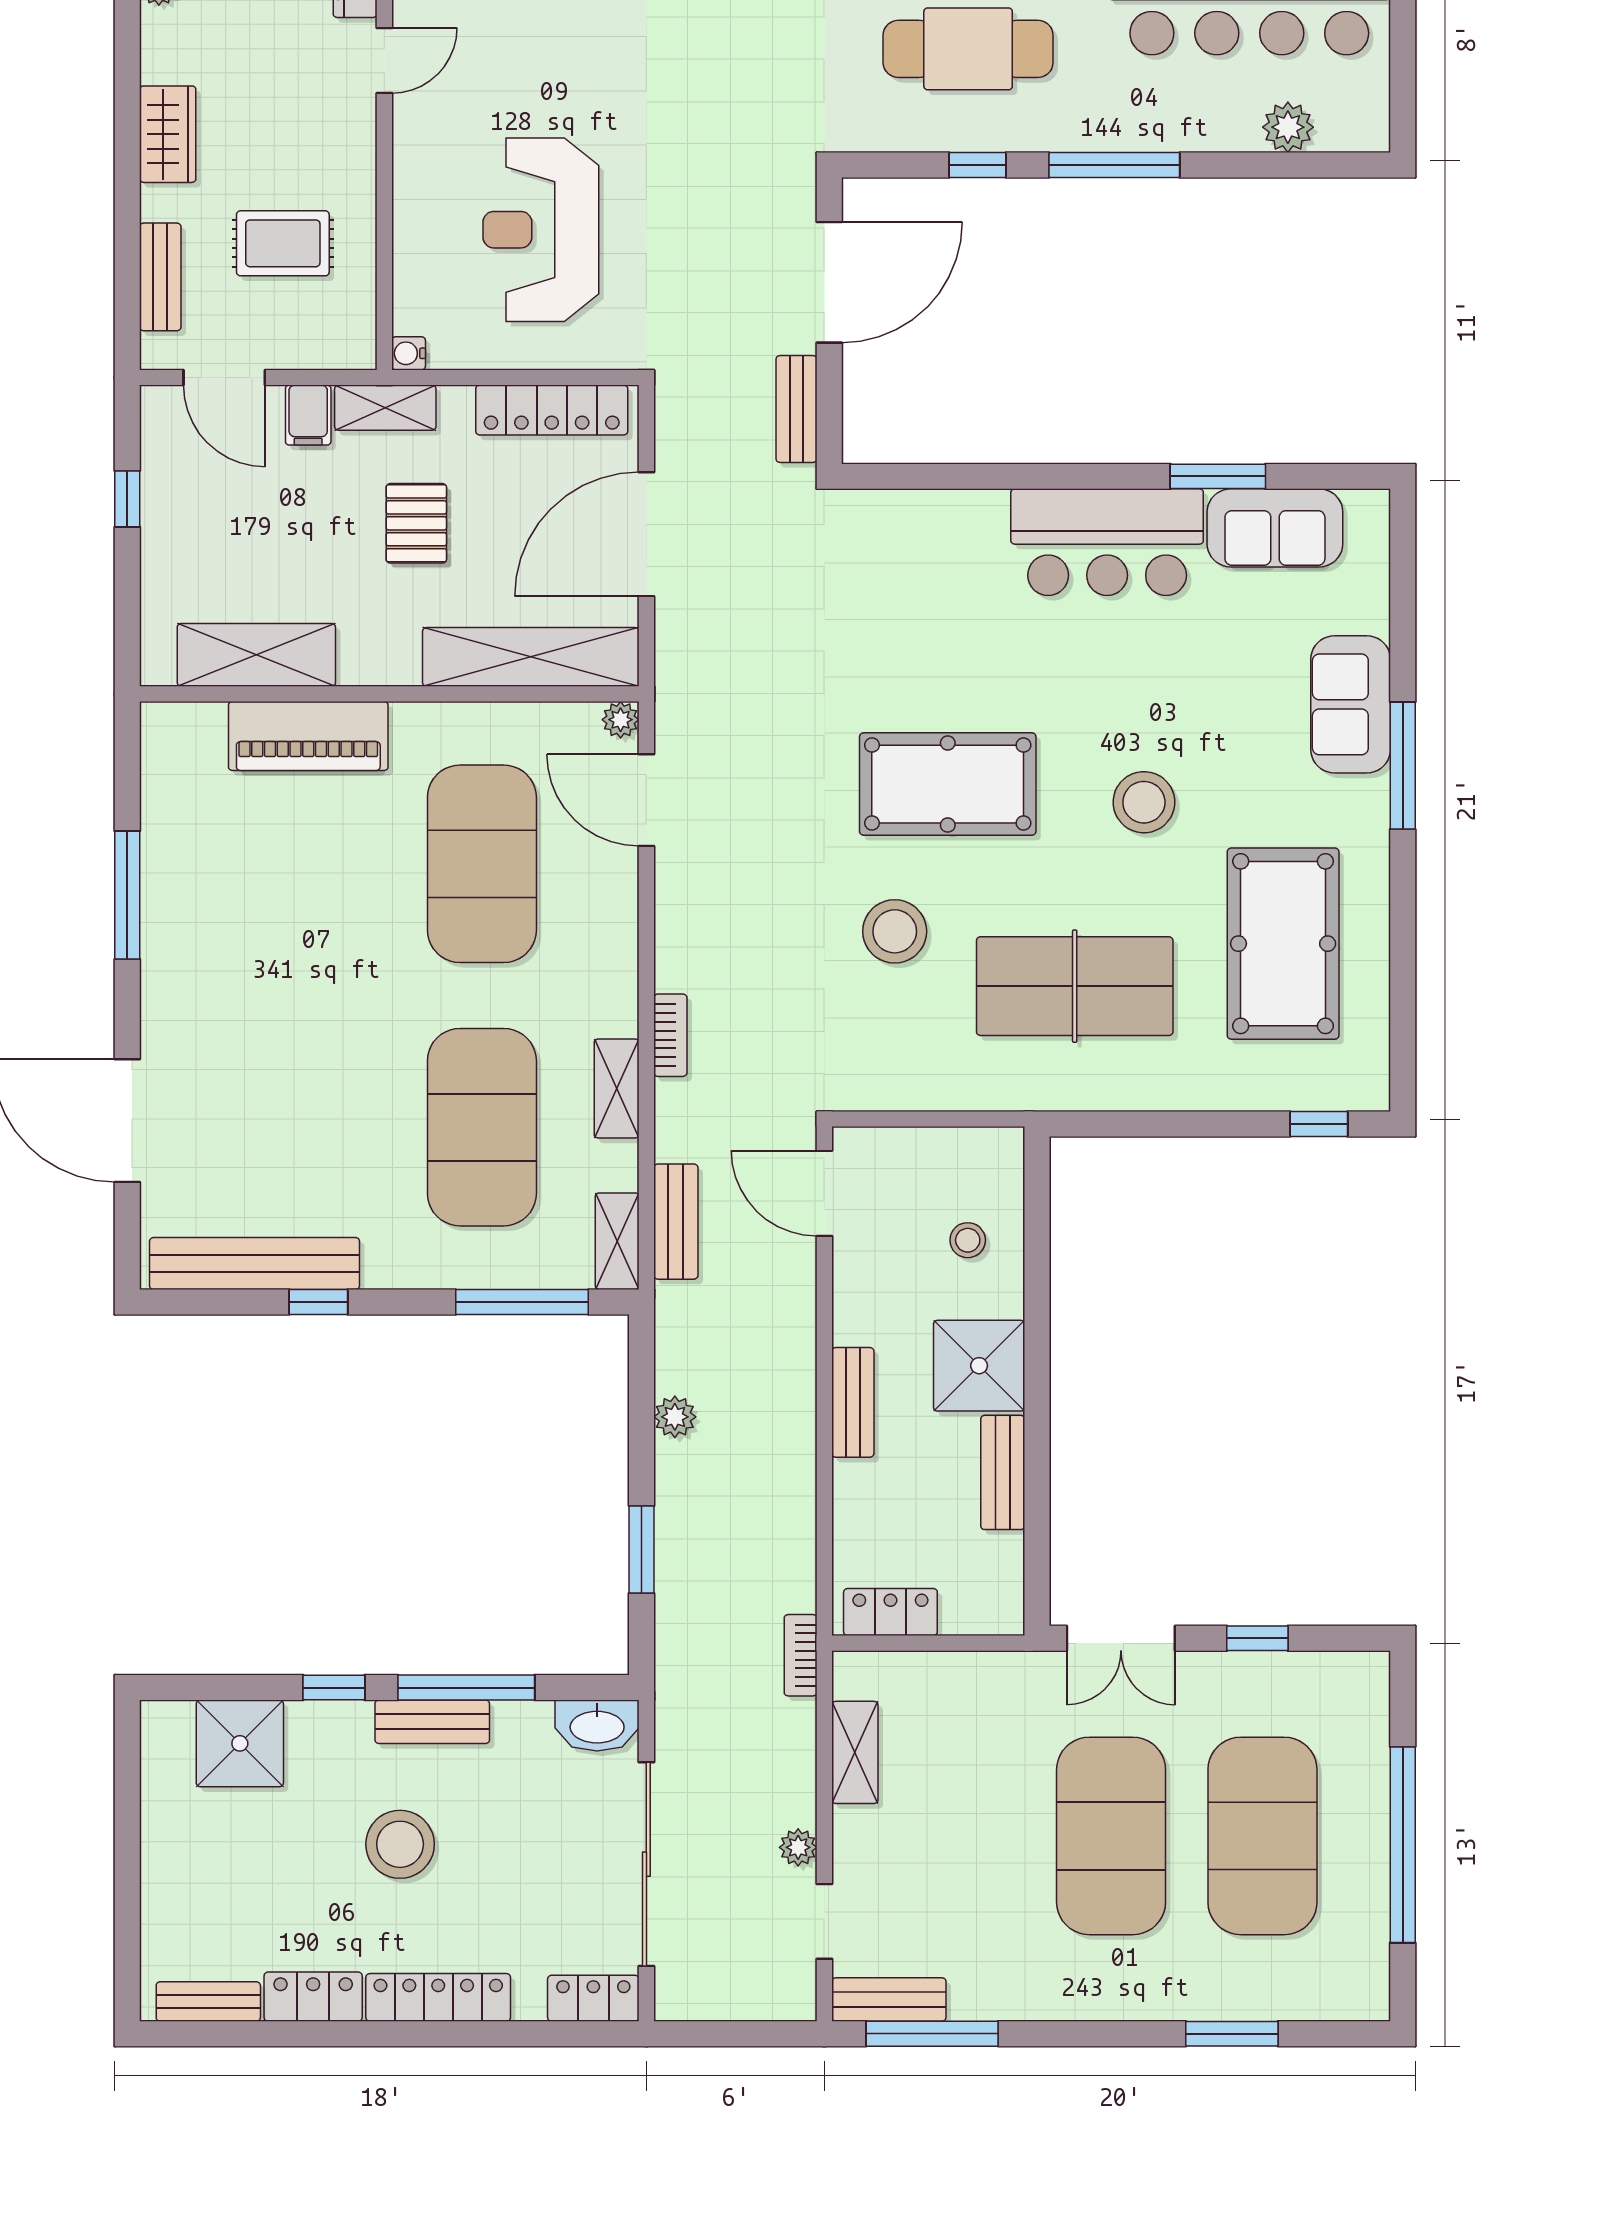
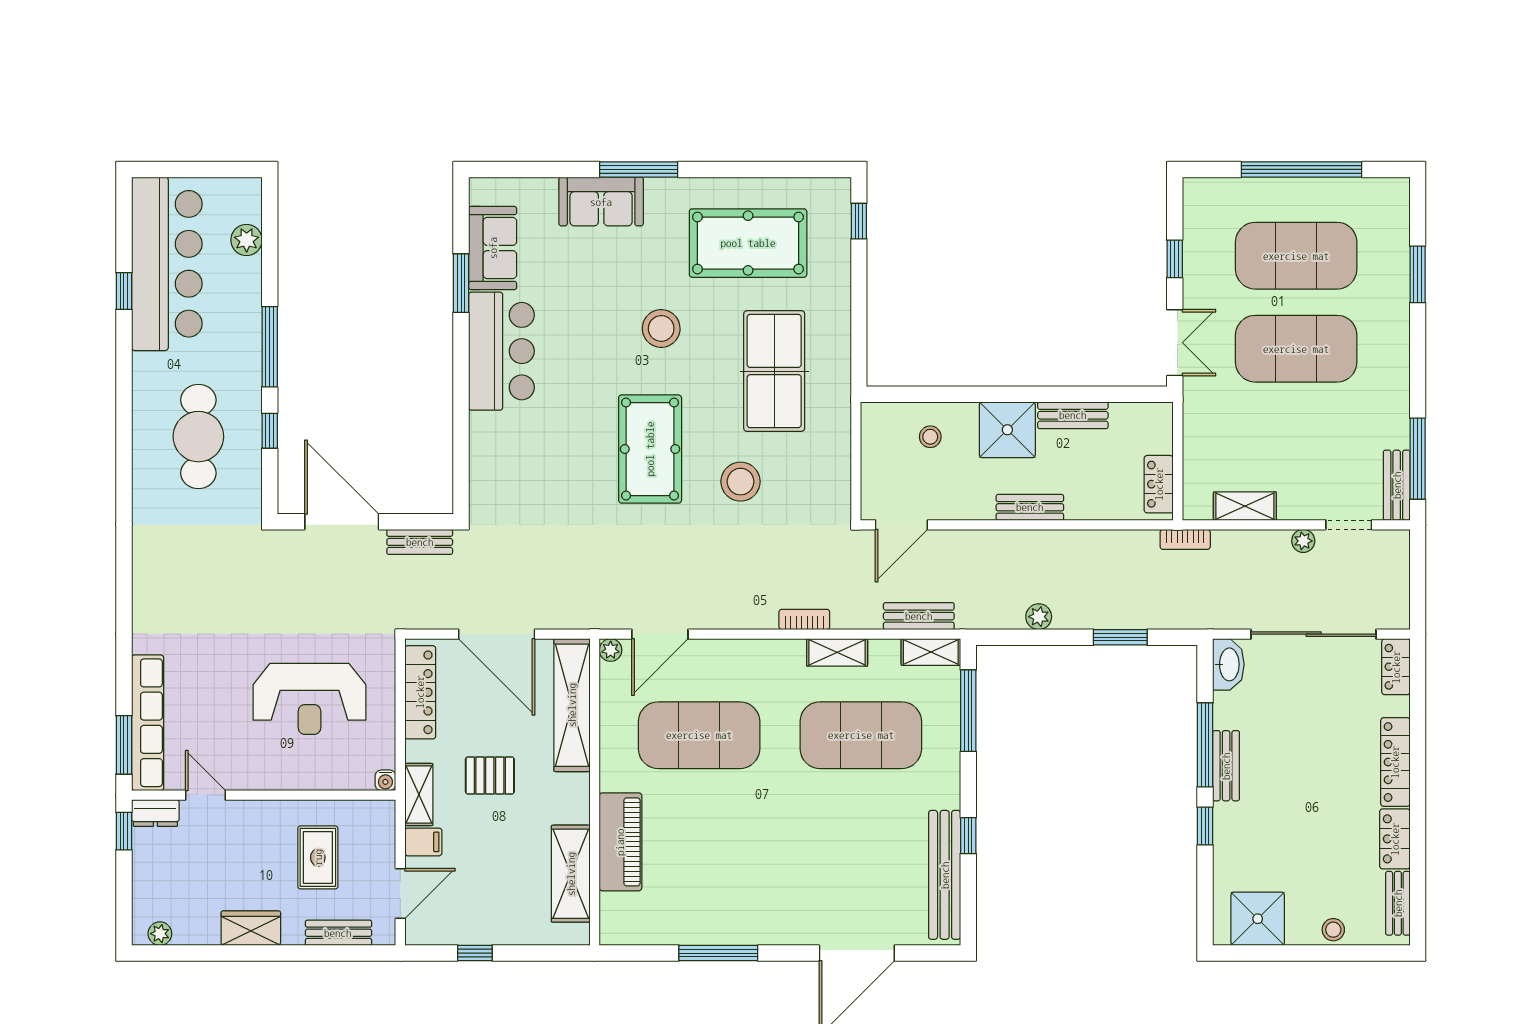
shower: (240, 1743) -> (1258, 919), moved
stool: (400, 1844) -> (1333, 930), moved, width x0.53, depth x0.53

